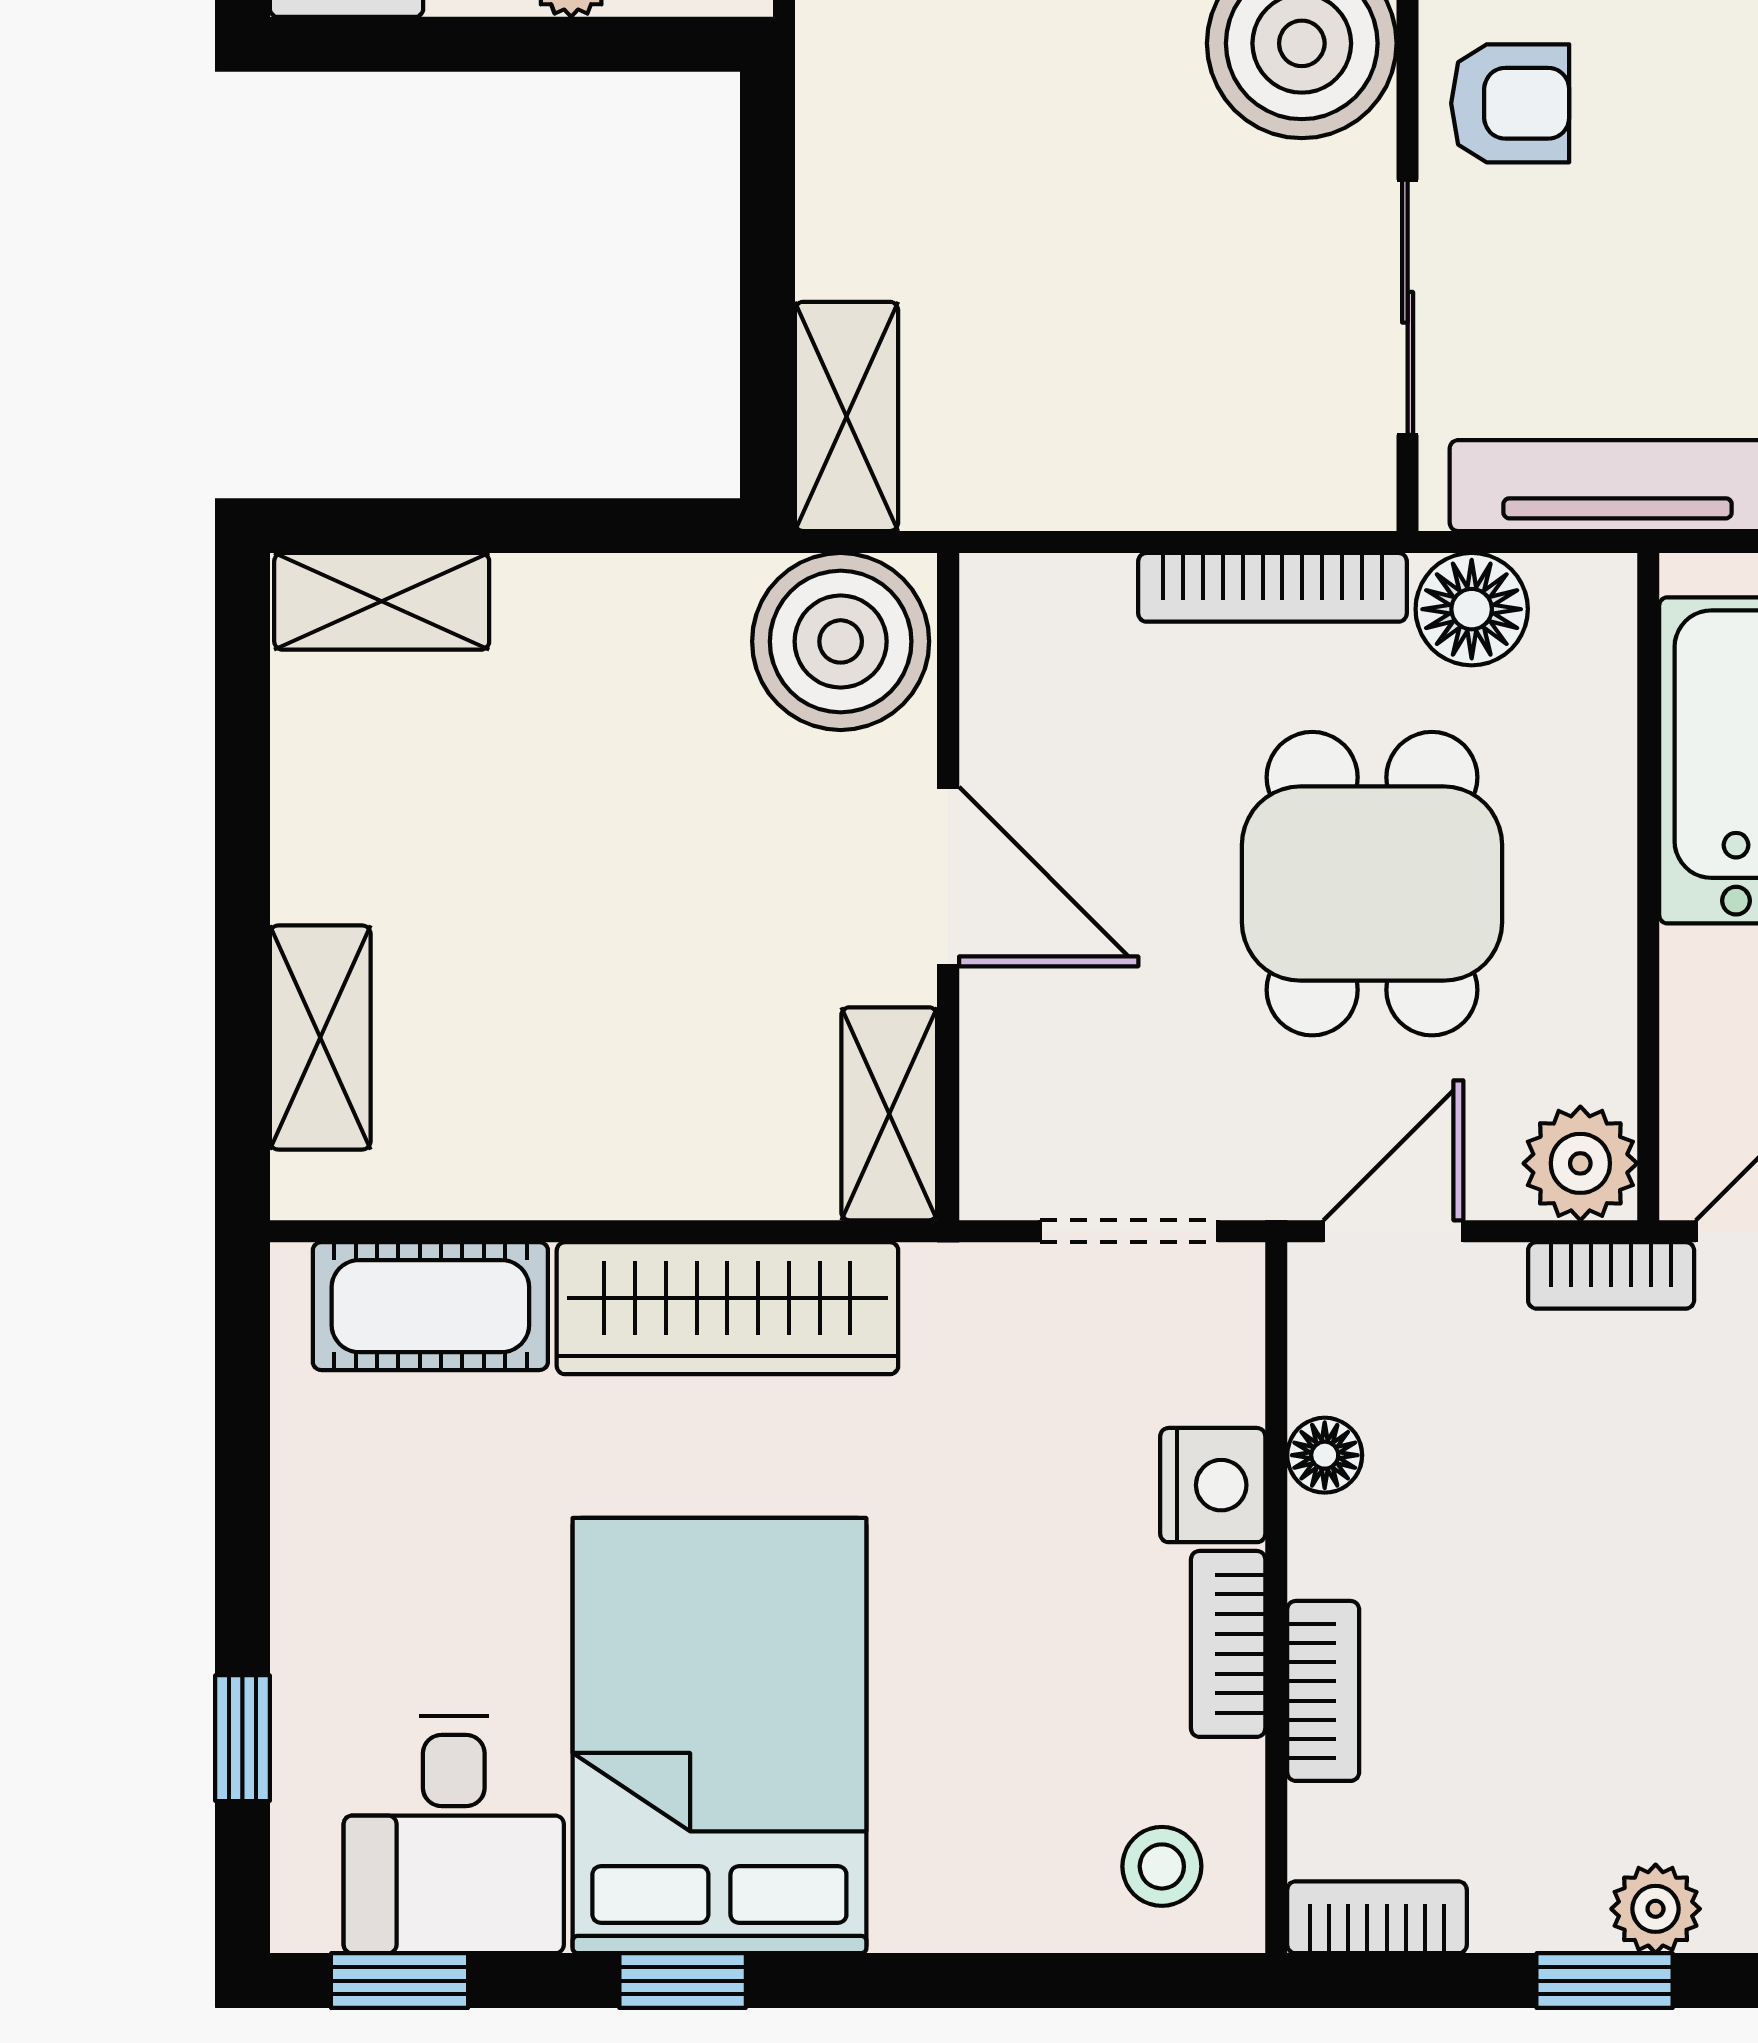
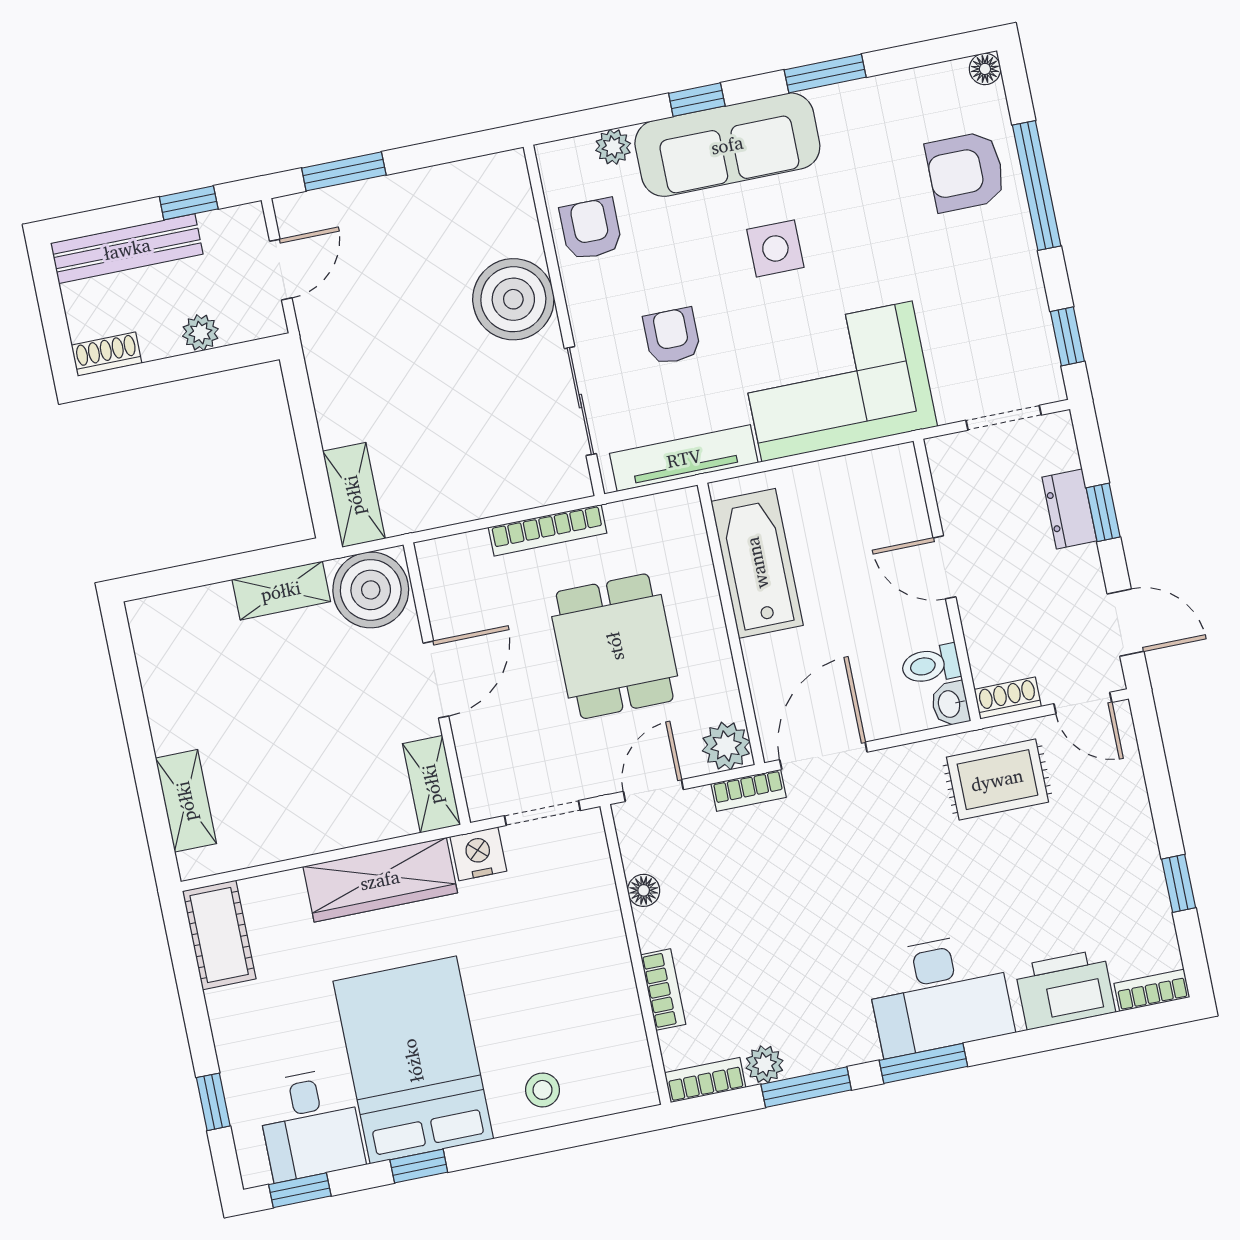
armchair: (1510, 103) -> (672, 336), moved, turned -90
shelving: (382, 601) -> (281, 591), moved
floor lamp: (1472, 609) -> (633, 522), removed
door: (948, 877) -> (436, 680), hinge flipped
cot: (430, 1306) -> (219, 935), moved, turned 90
nightstand: (1213, 1485) -> (478, 854), moved, turned -90
bookcase: (1228, 1644) -> (619, 978), removed
stool: (1162, 1866) -> (543, 1090), moved
plant: (1656, 1909) -> (764, 1064), moved
window: (1605, 1981) -> (806, 1087), width x1.50

